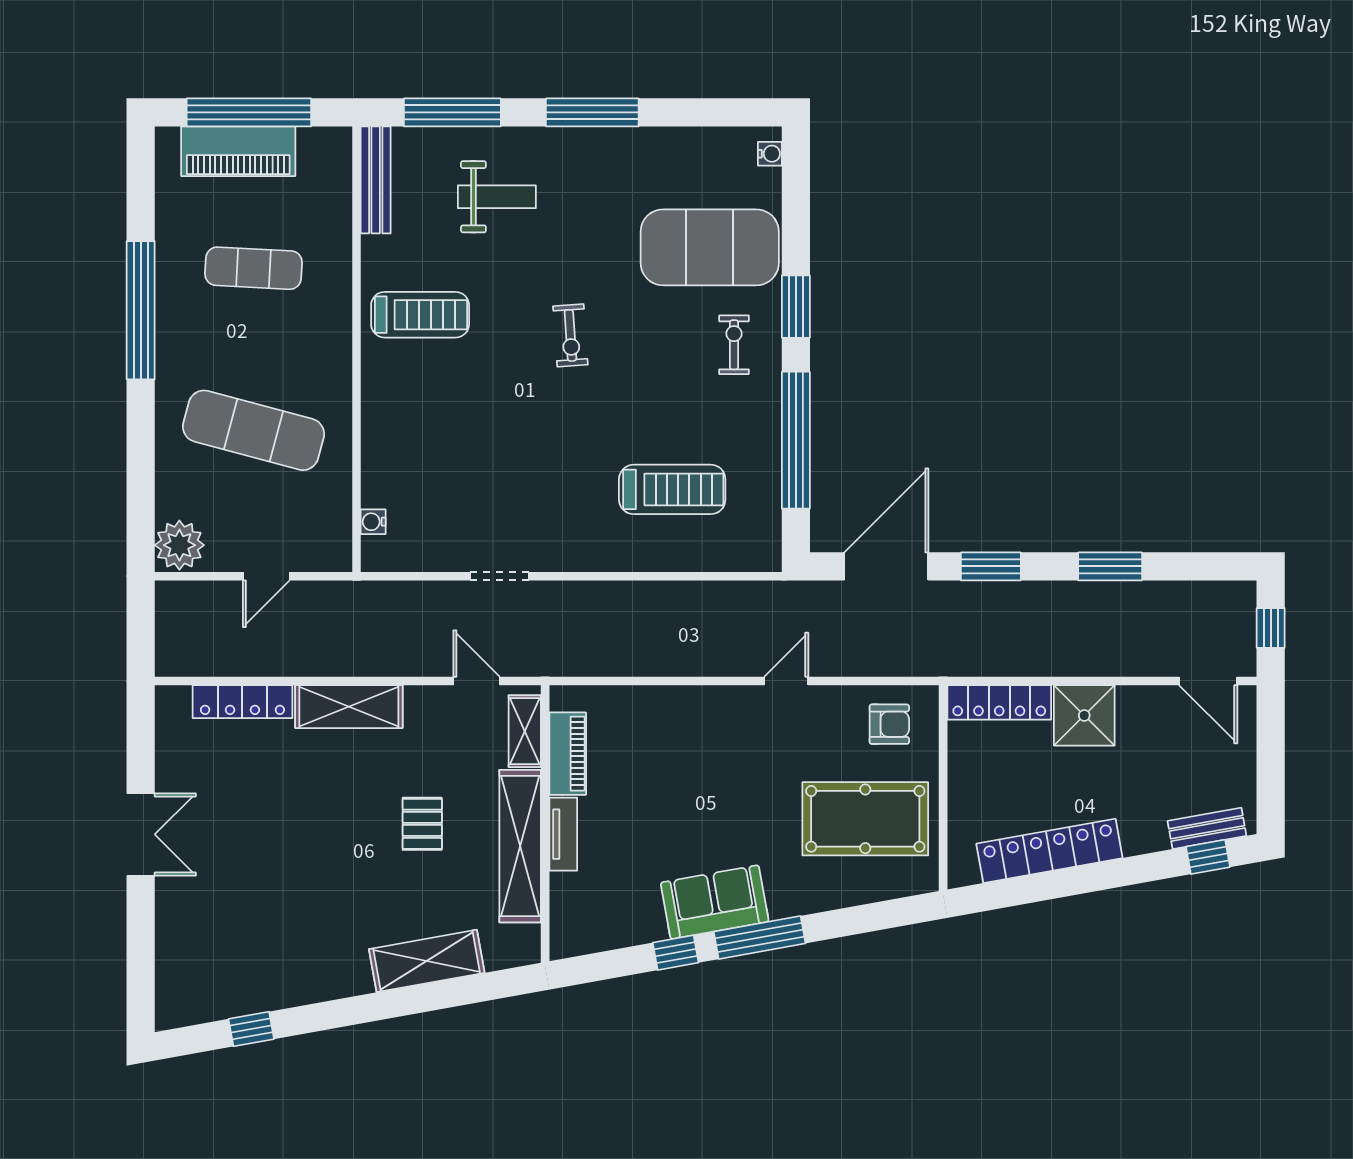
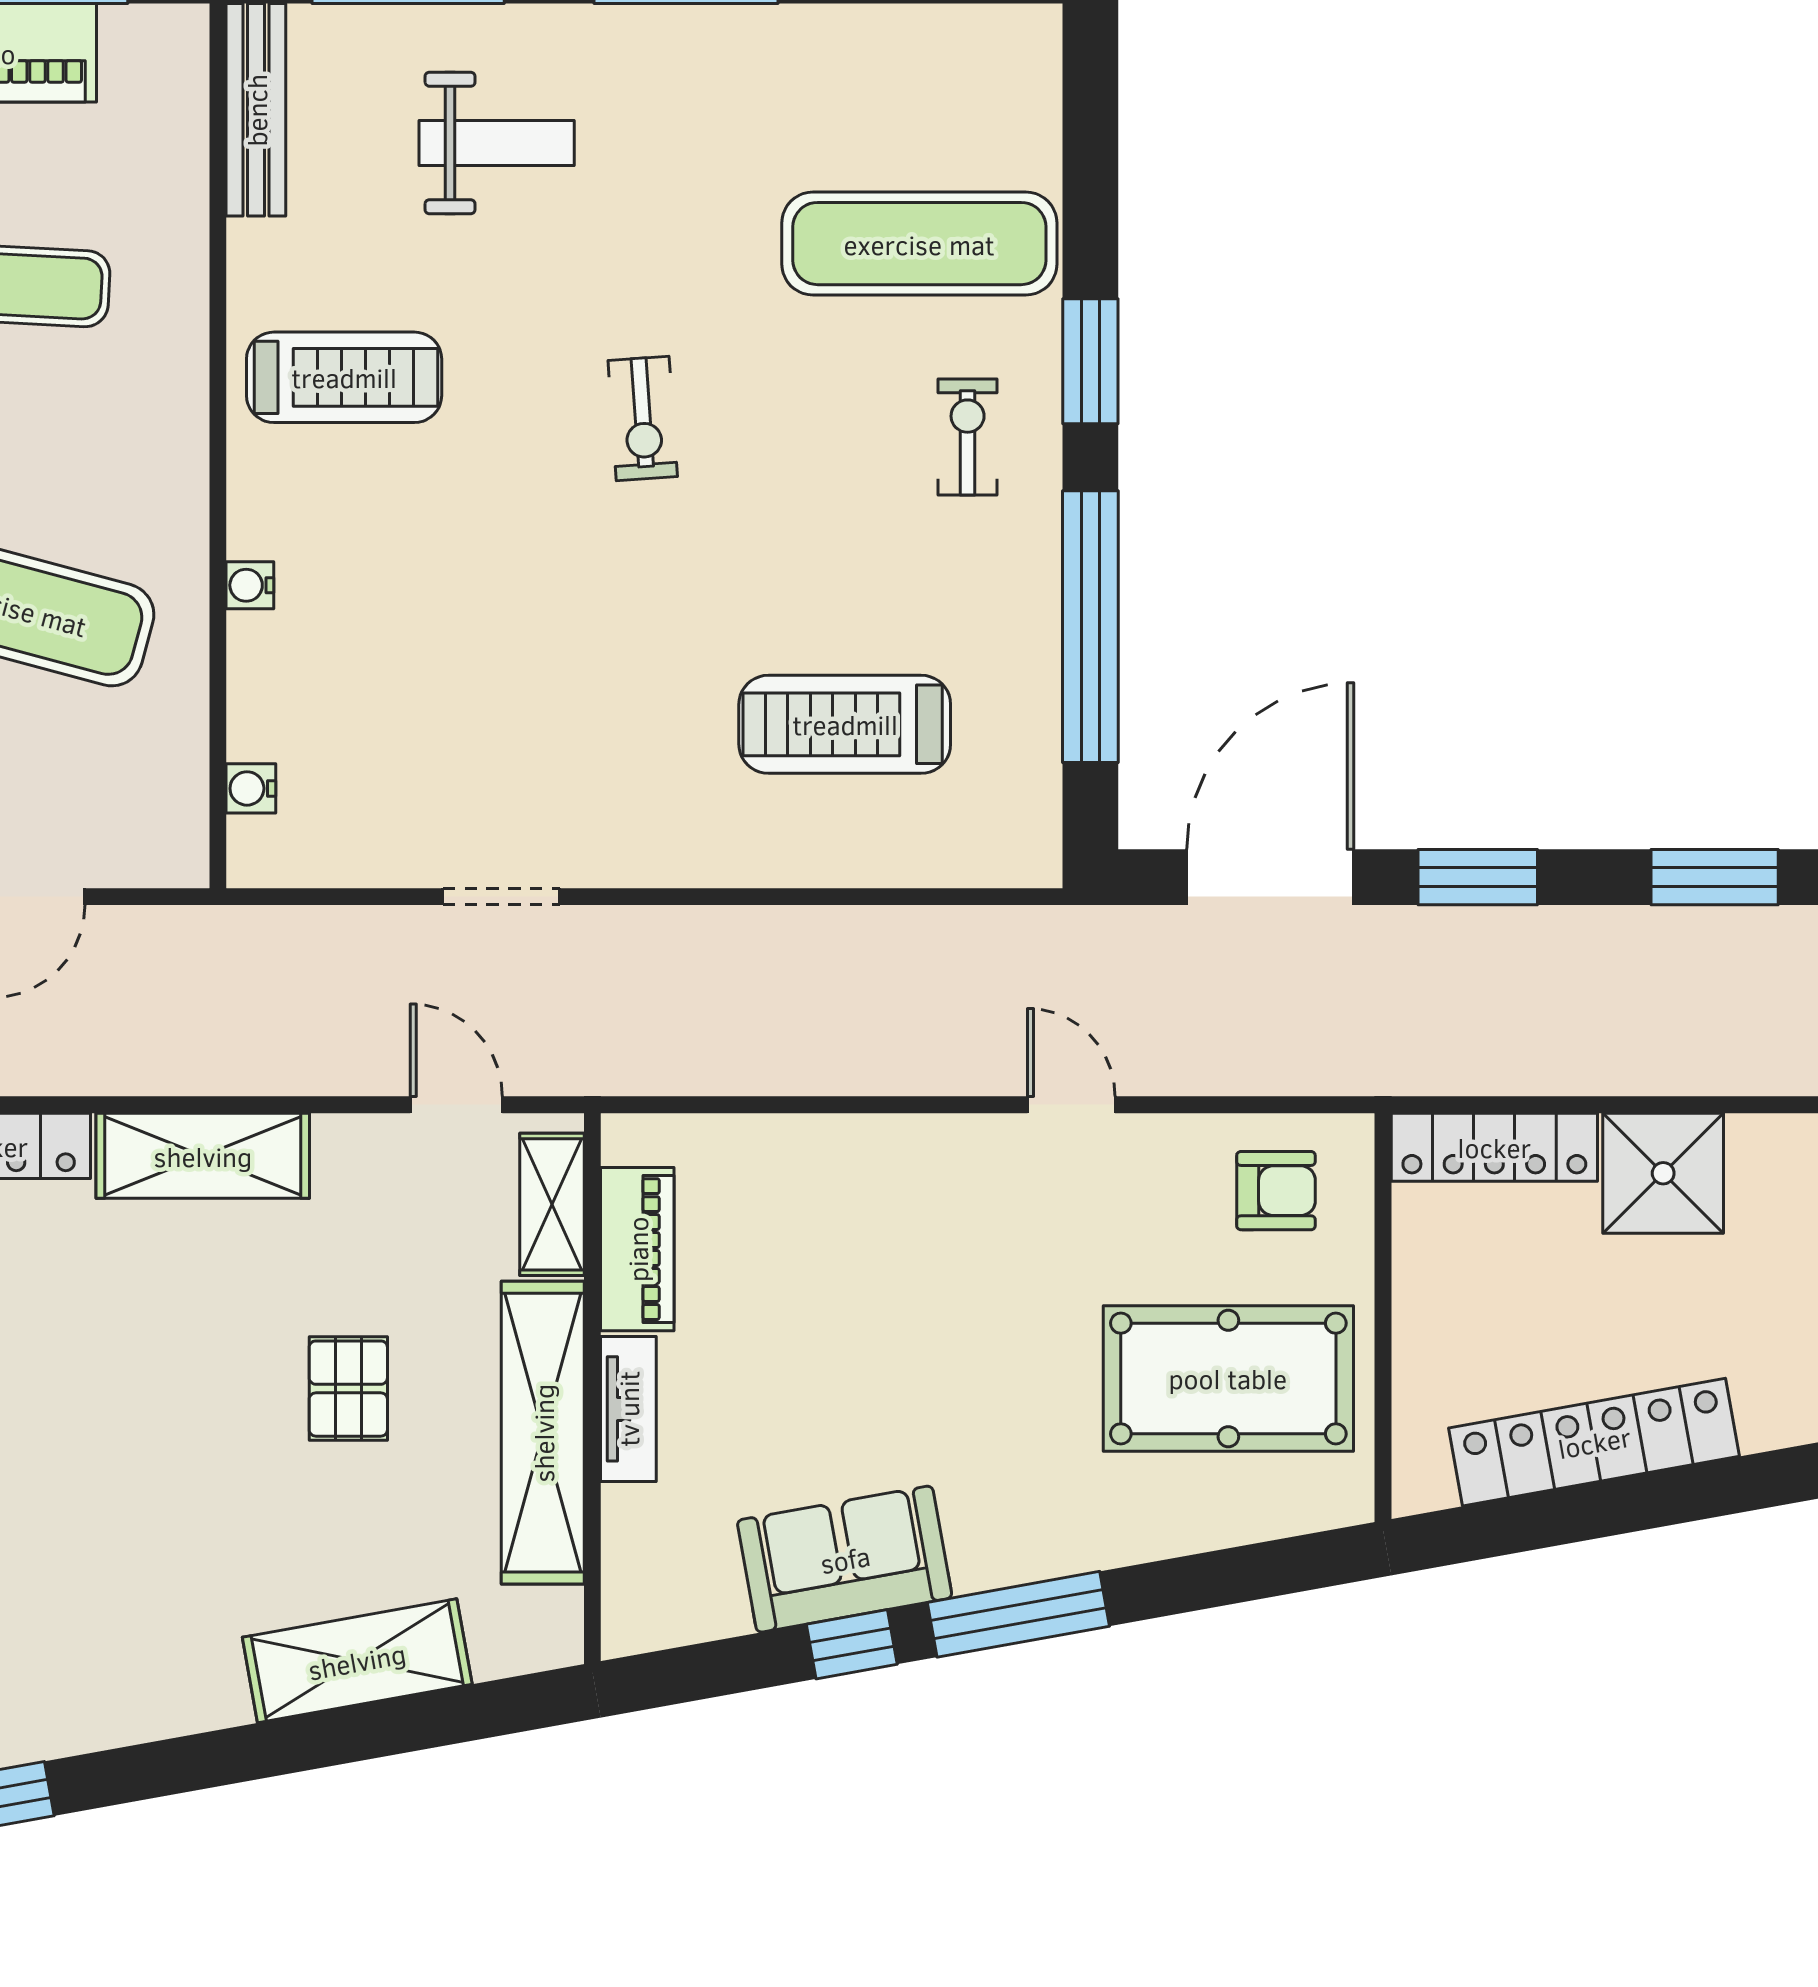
water cooler: (770, 154) -> (250, 585), moved, turned 180
exercise mat: (710, 247) -> (919, 244), width x0.68
treadmill: (672, 489) -> (845, 724), turned 180
door: (786, 681) -> (1071, 1105), hinge flipped
sofa: (715, 902) -> (845, 1559), moved

